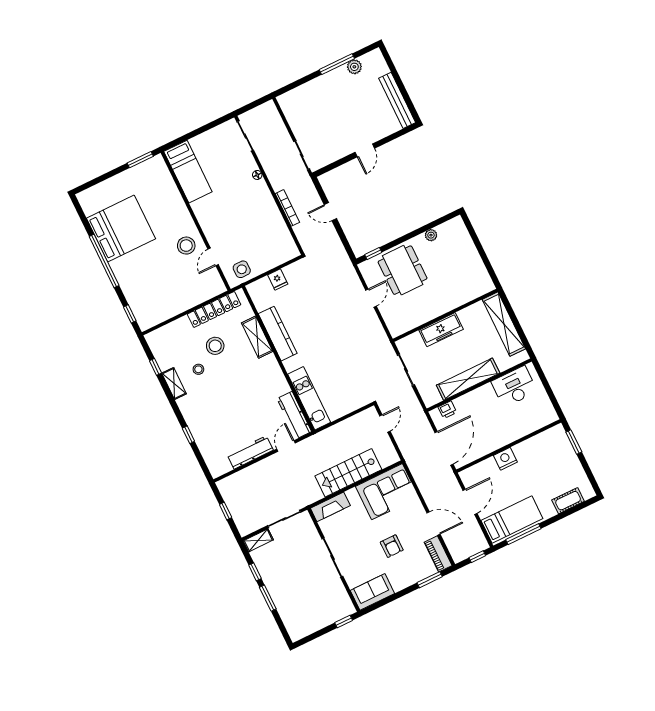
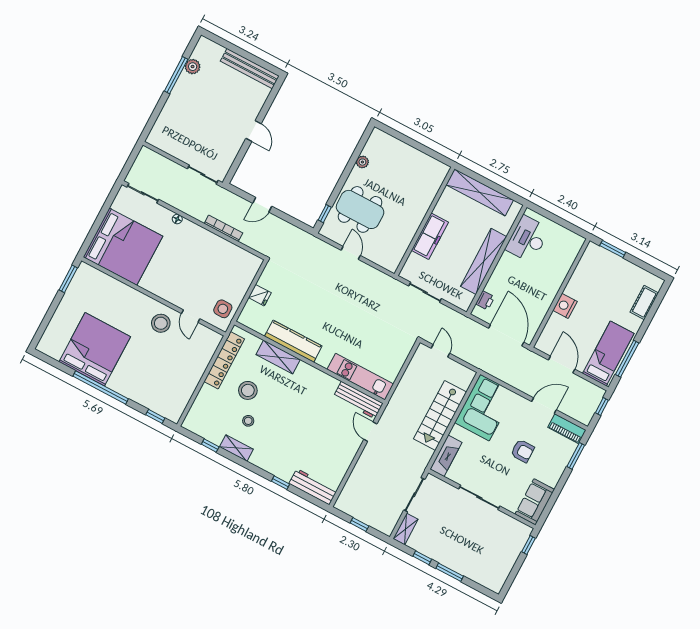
bed: (188, 172) -> (123, 247), width x2.04
workbench: (250, 452) -> (313, 487), moved, turned 90

